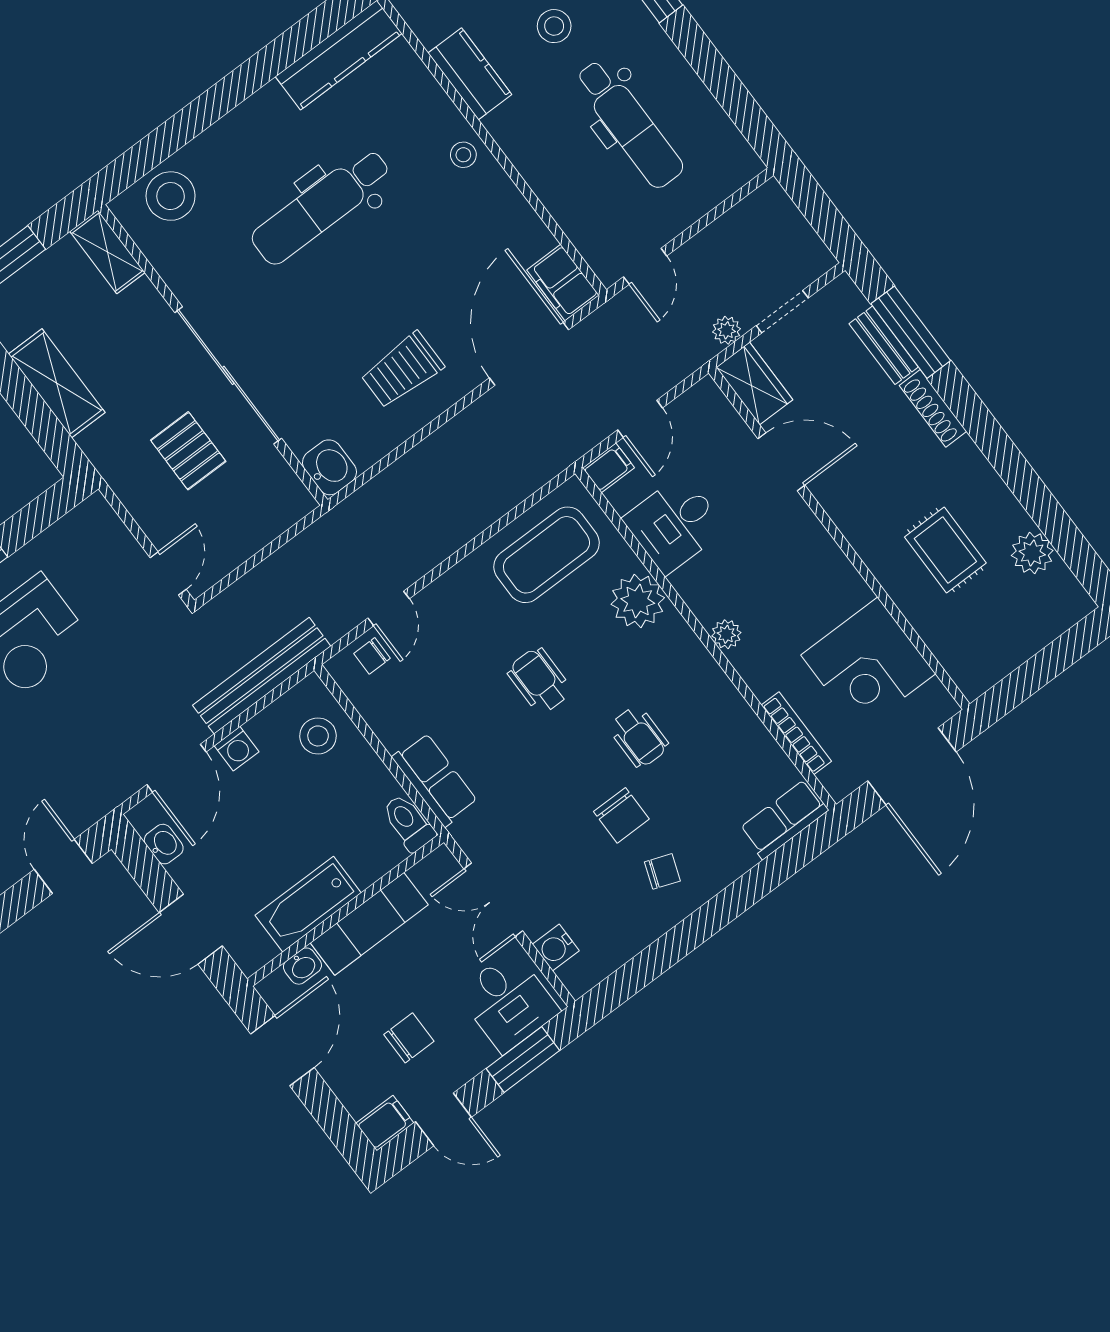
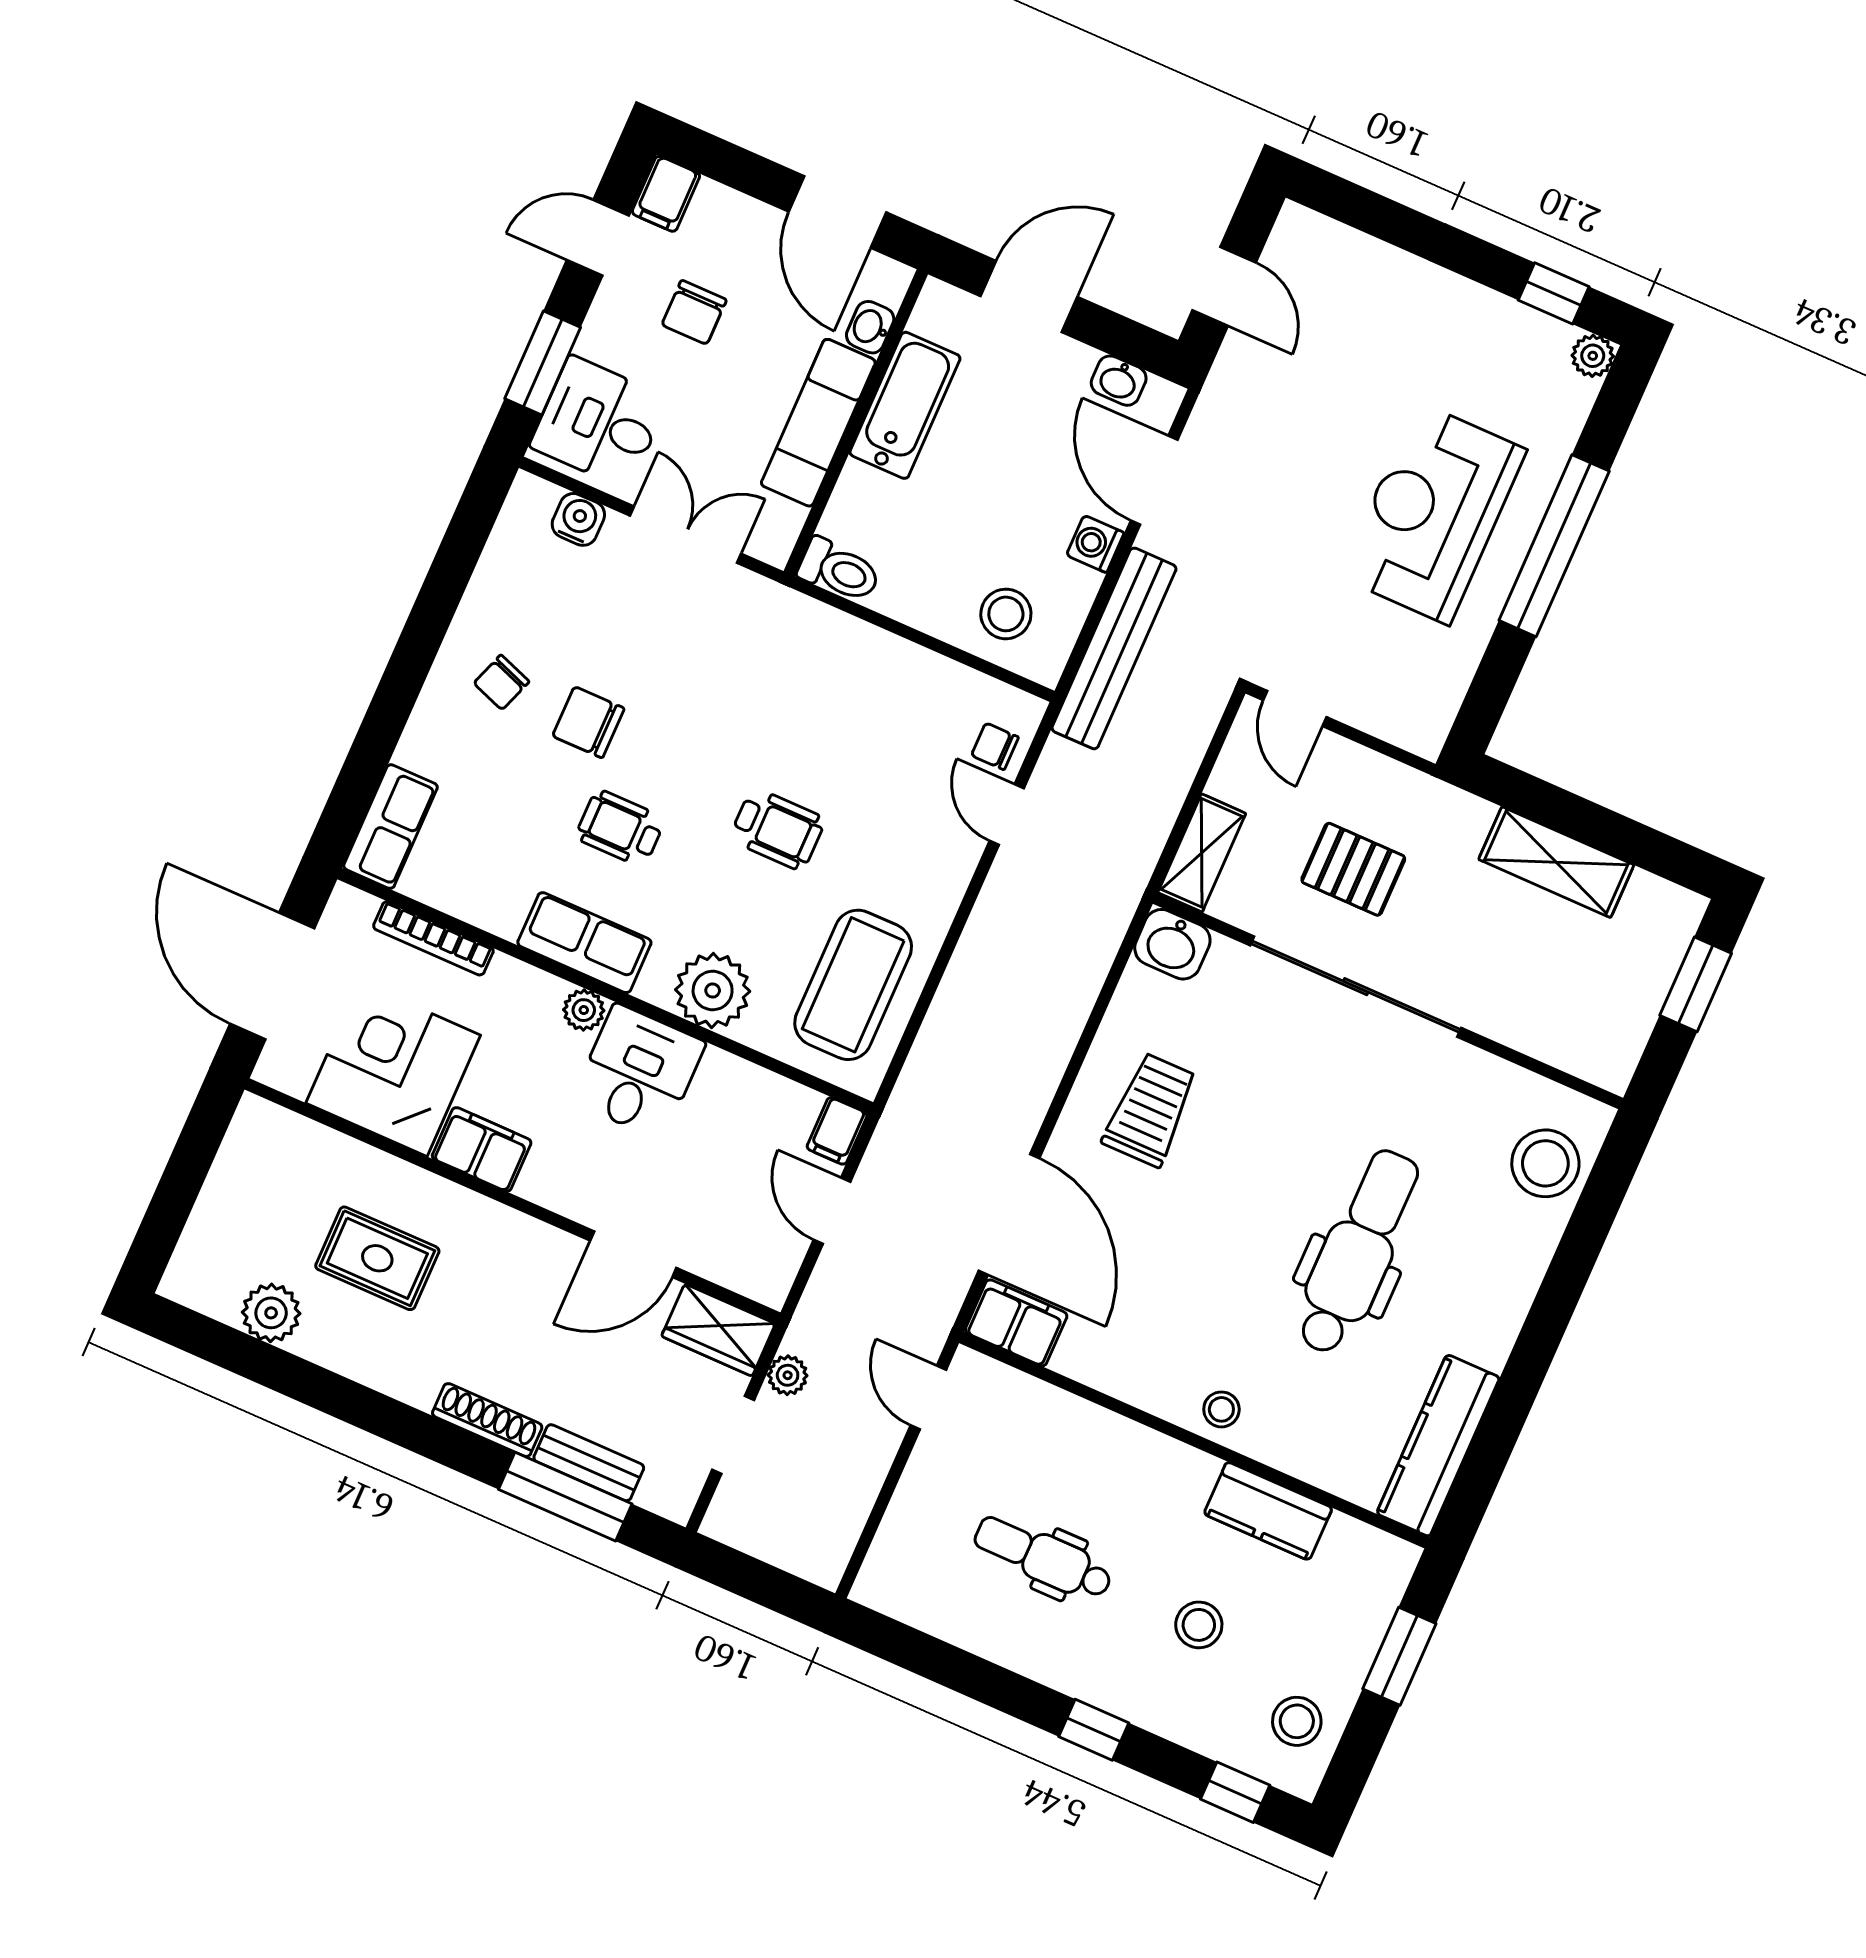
dental chair: (629, 124) -> (1043, 1558), width x0.73, depth x0.72
shelving: (107, 252) -> (1202, 853), moved, turned 90
desk: (674, 524) -> (639, 1072), moved
filing cabinet: (841, 582) -> (482, 1149), added
chair: (372, 656) -> (995, 746), turned -90
row of seats: (435, 780) -> (584, 943), moved, turned 180

